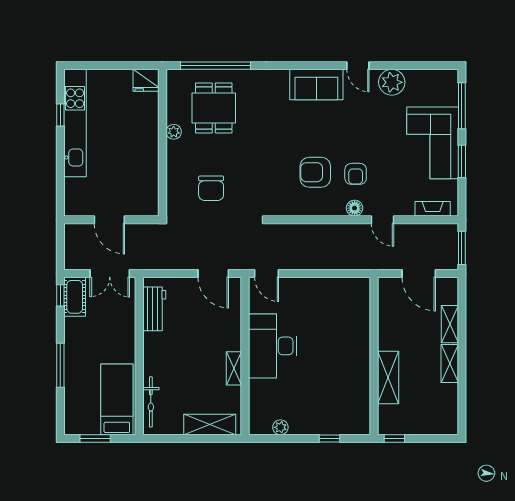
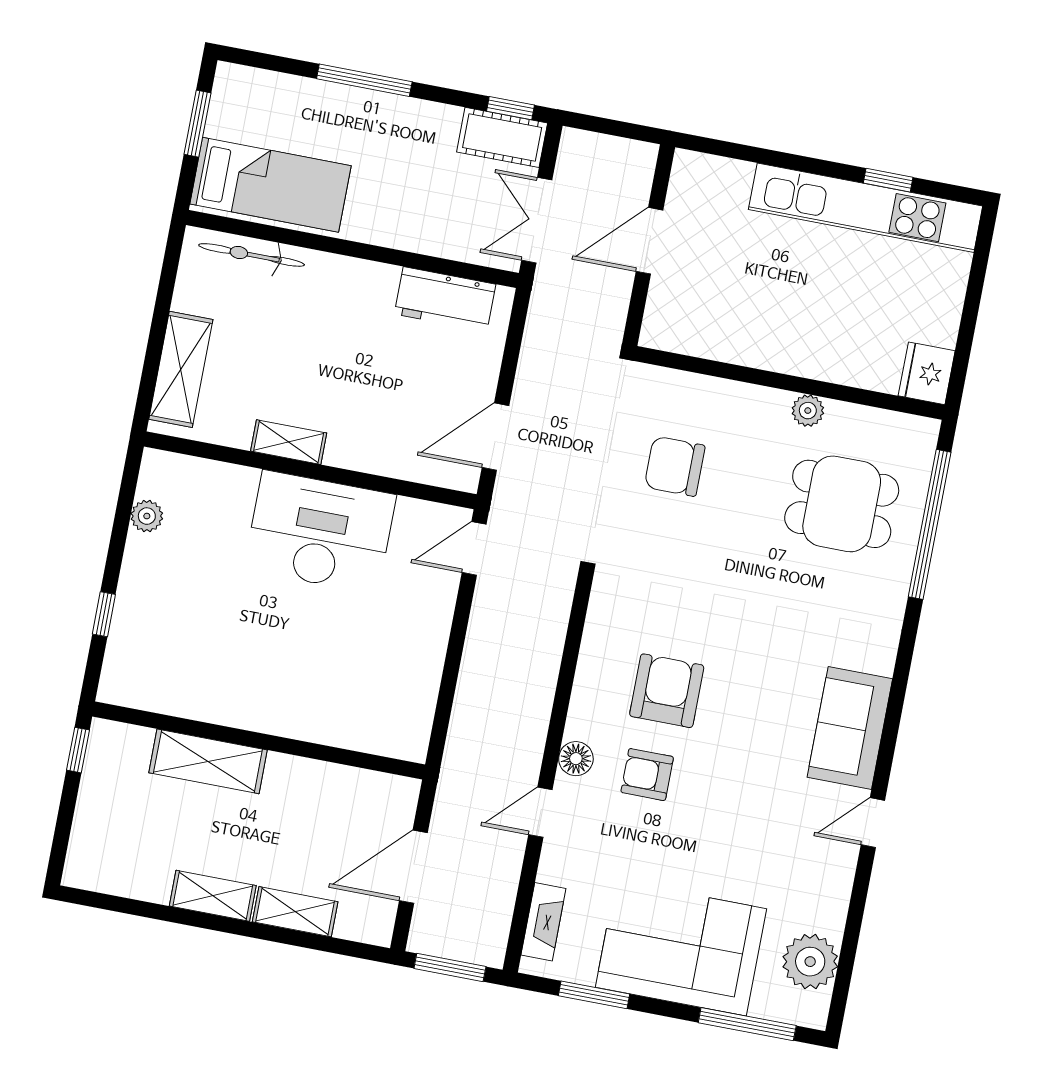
plant: (392, 82) -> (810, 962), moved
window: (462, 161) -> (594, 995), moved

